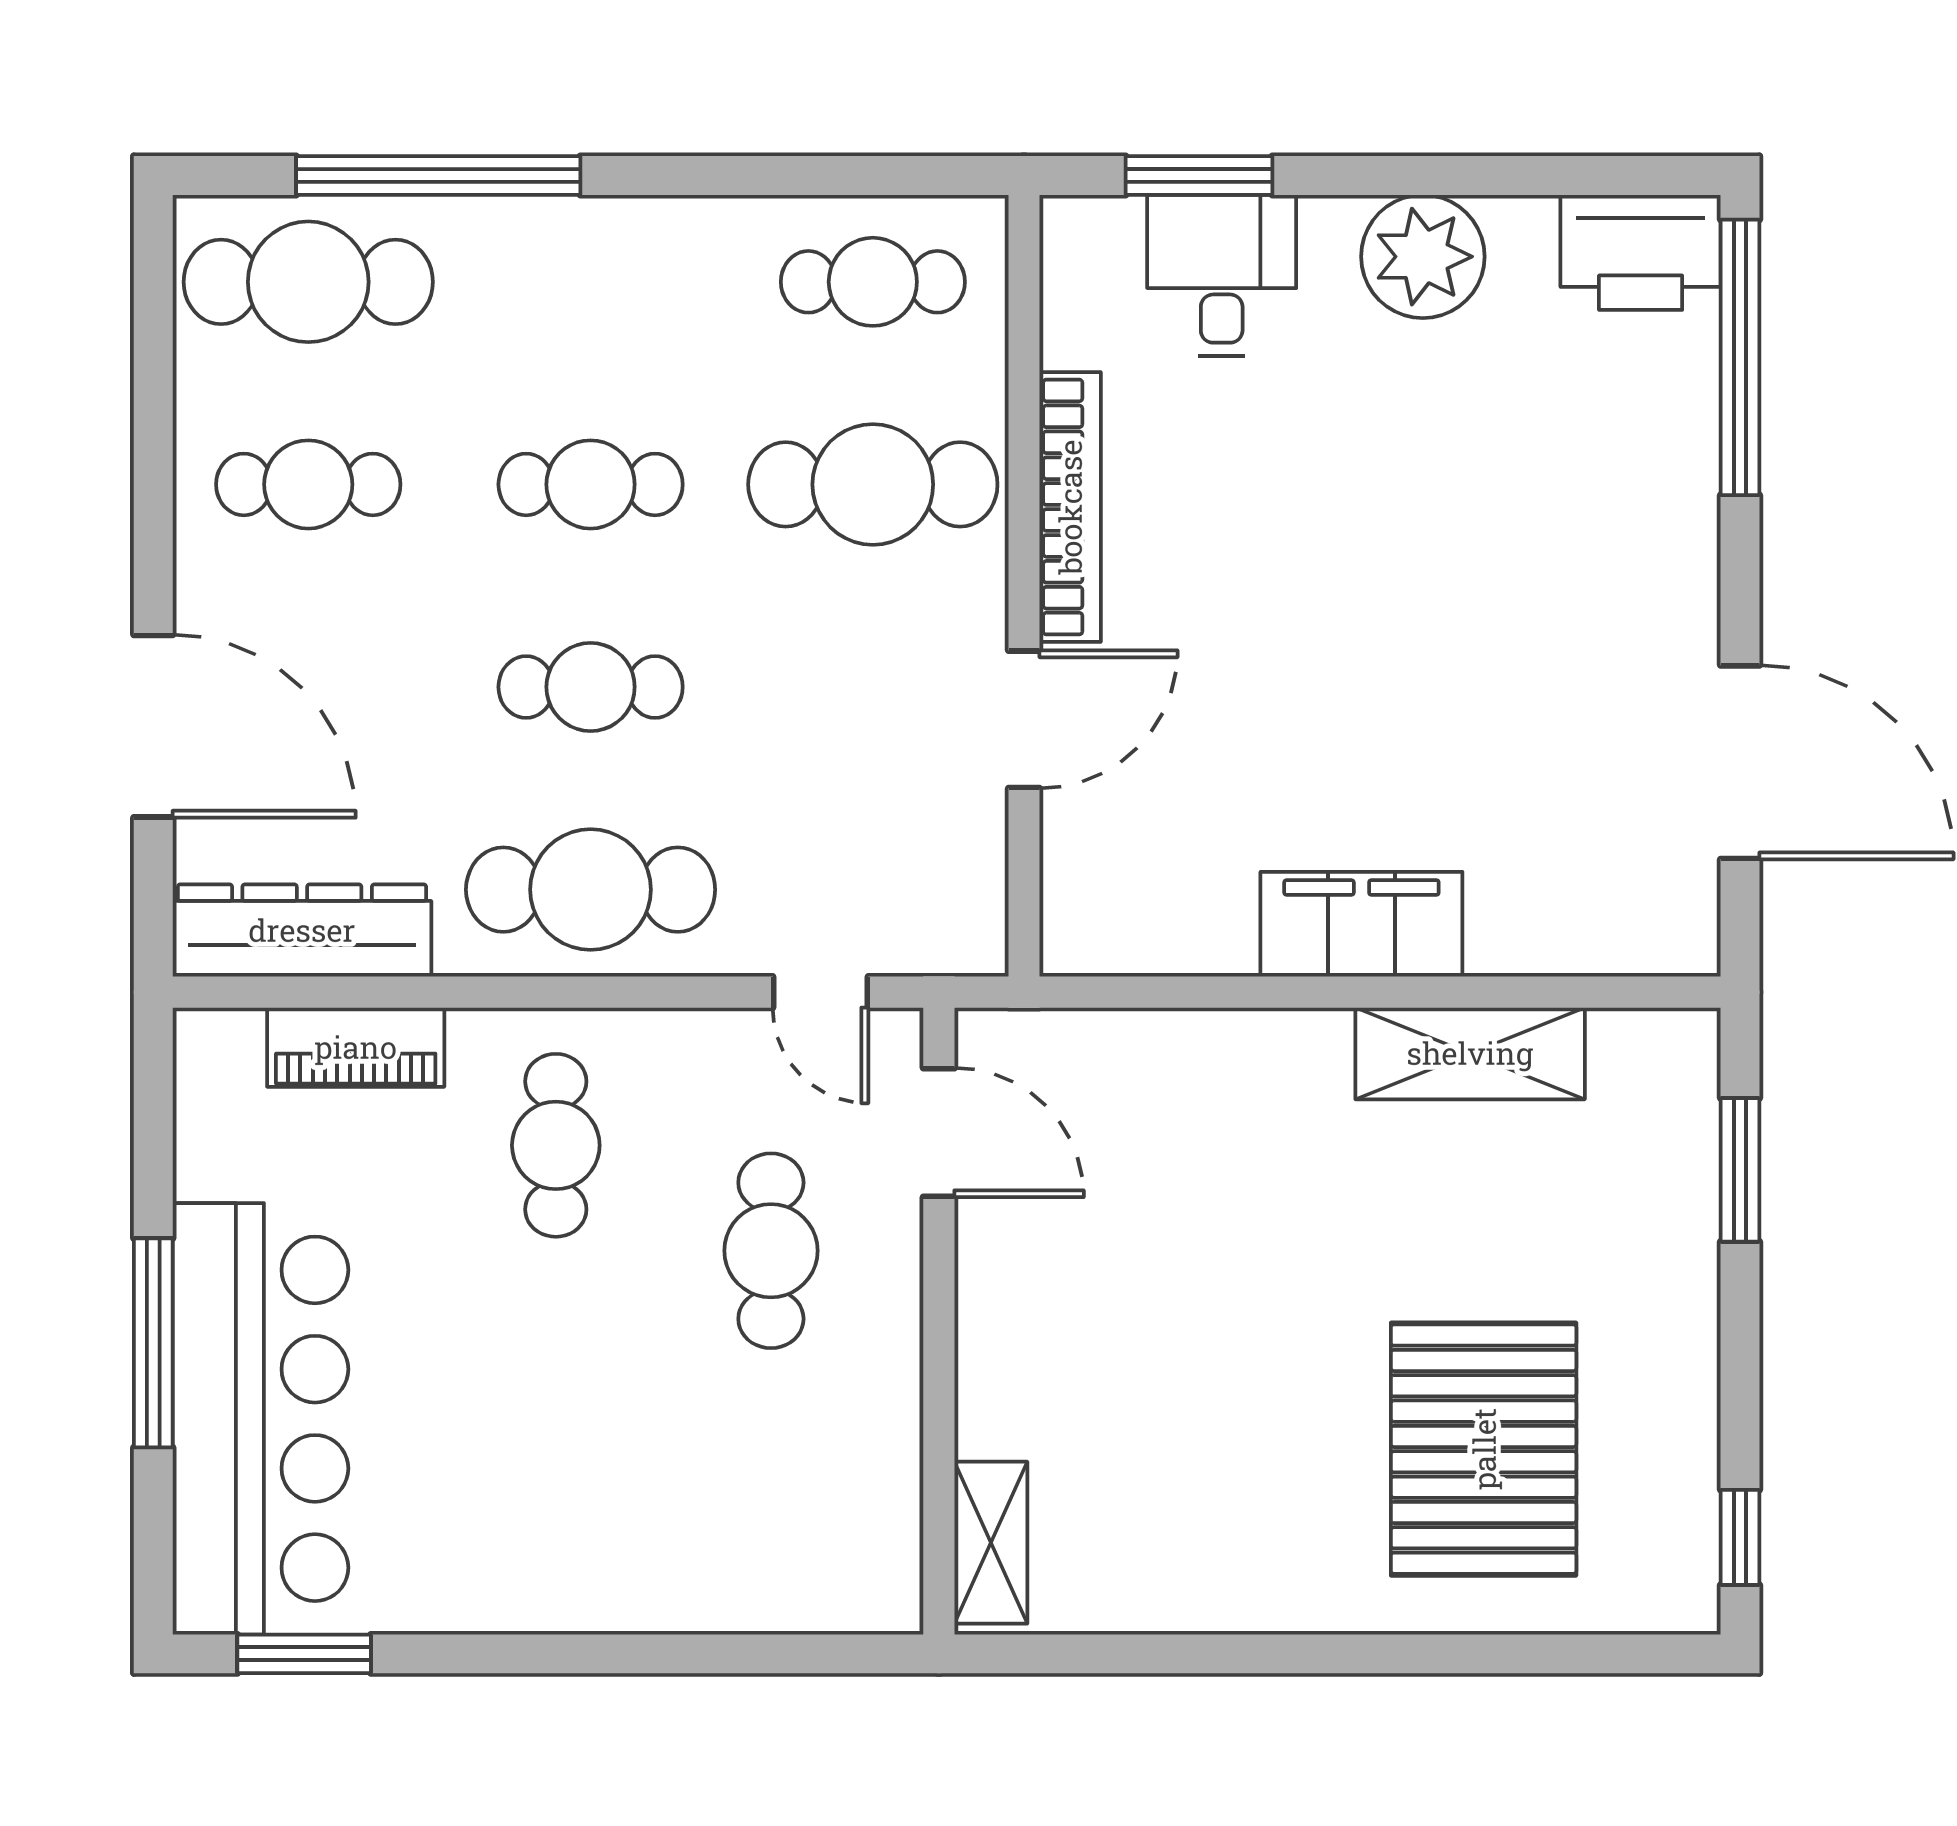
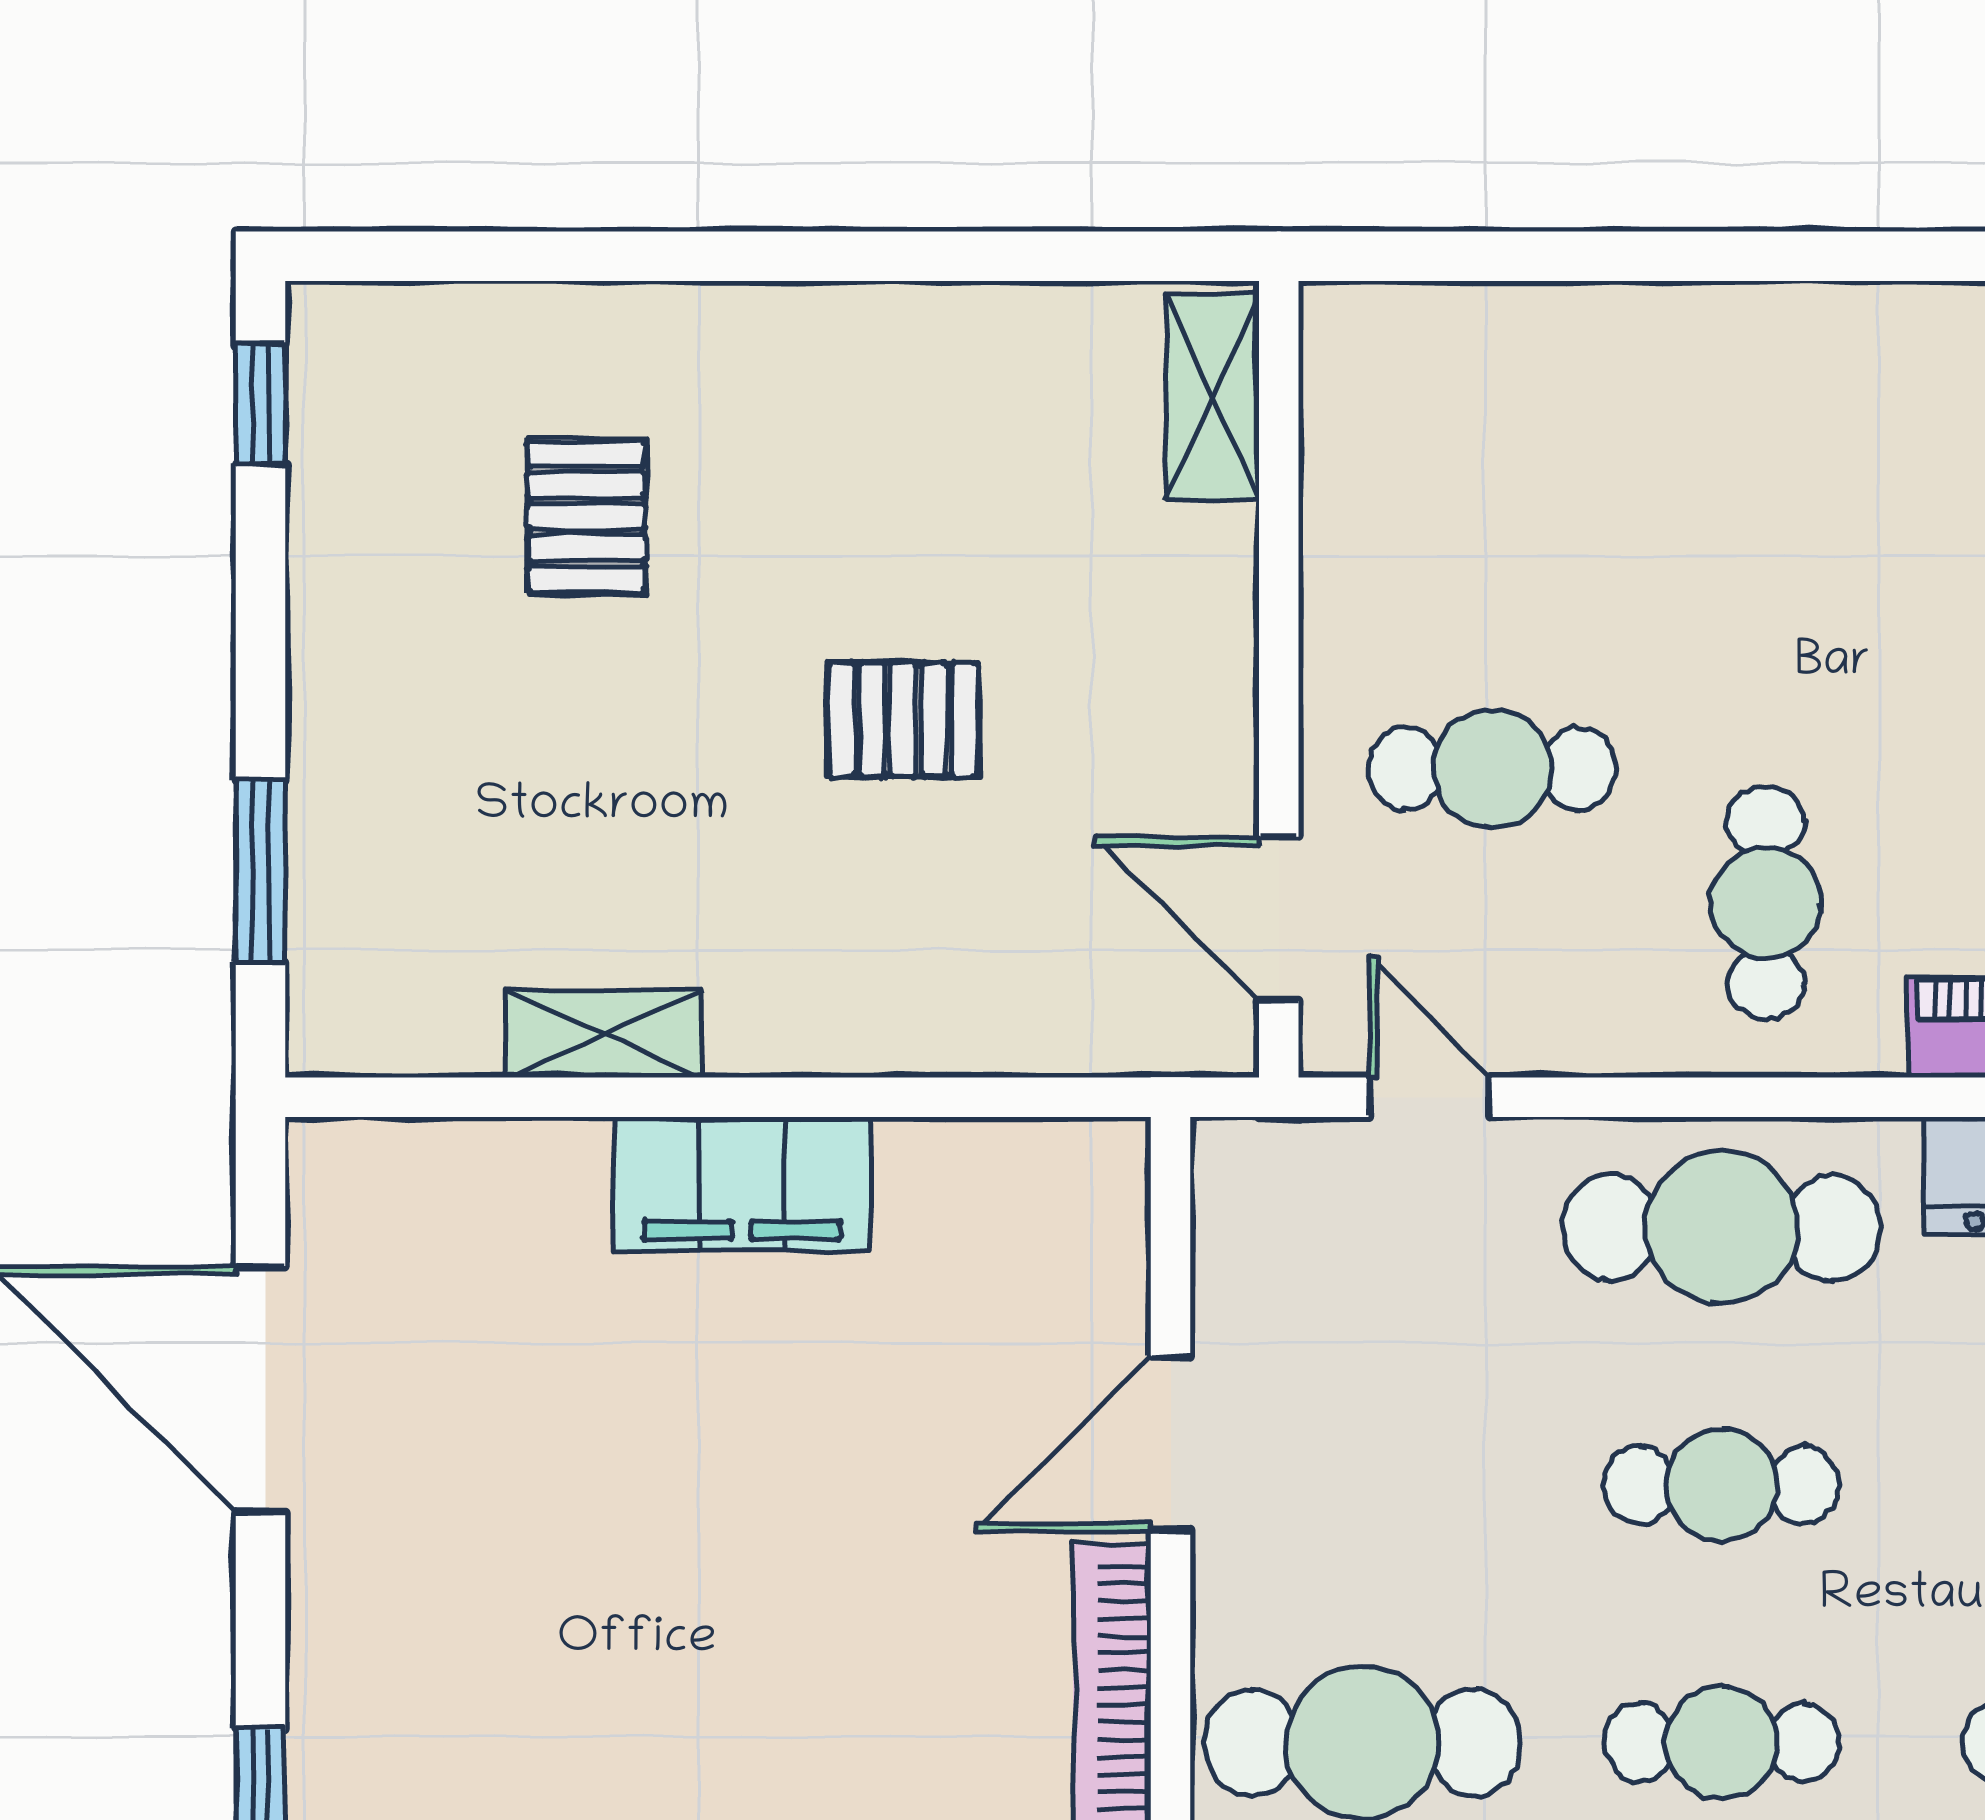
shelving: (1470, 1053) -> (604, 1034), width x0.67, depth x0.75
cafe table: (771, 1251) -> (1492, 769), turned 90
pallet: (1235, 1289) -> (903, 719), added
pallet: (1484, 1449) -> (586, 516), width x0.49, depth x0.50

